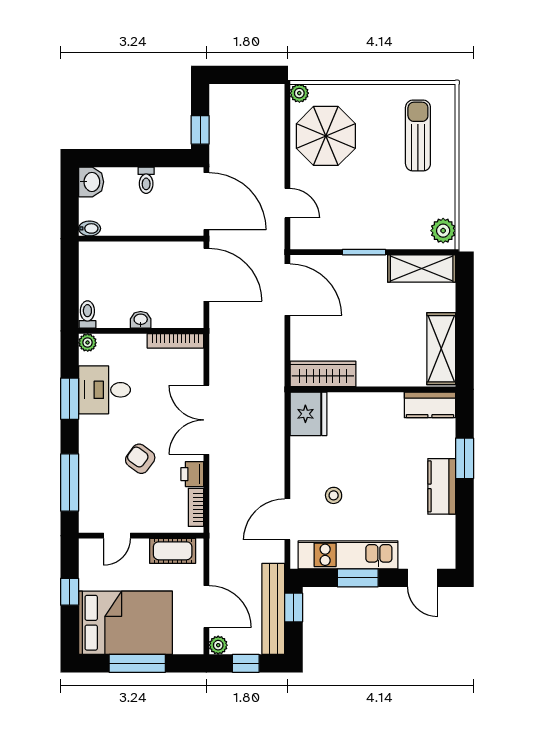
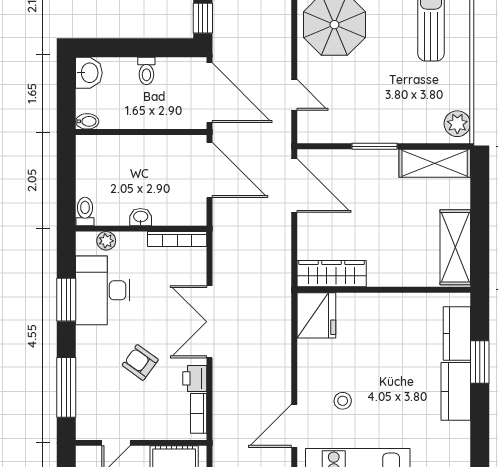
plant: (88, 343) -> (106, 241), moved
desk: (104, 390) -> (103, 290), width x1.37
kitchen counter: (430, 405) -> (457, 334), moved, turned 90

